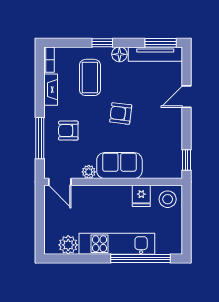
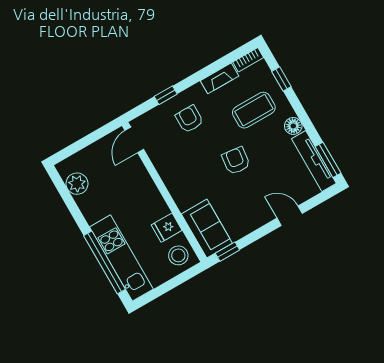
window: (102, 43) -> (281, 79), moved
window: (40, 138) -> (166, 95), width x0.46
sofa: (119, 166) -> (207, 229), moved
plant: (89, 172) -> (160, 162), removed
kitchen unit: (117, 244) -> (121, 258), moved

